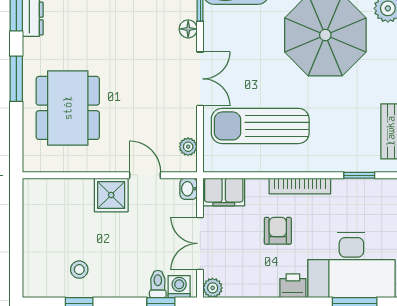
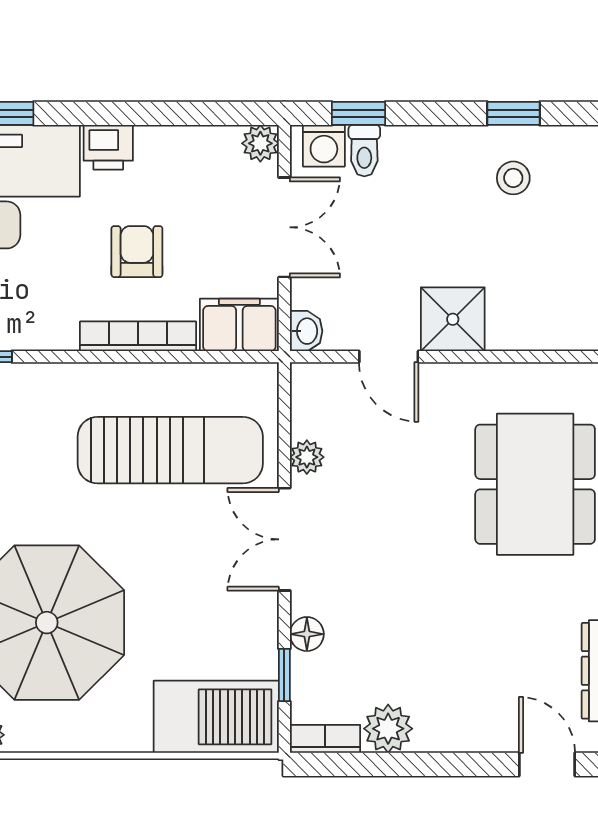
plant: (188, 147) -> (307, 457), moved
bookcase: (300, 186) -> (138, 336), moved
armchair: (278, 231) -> (137, 252), turned 180

